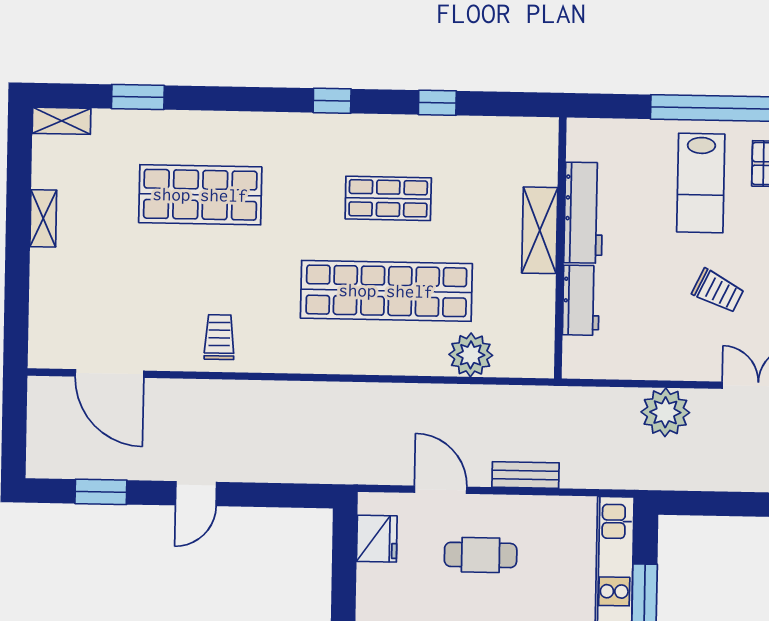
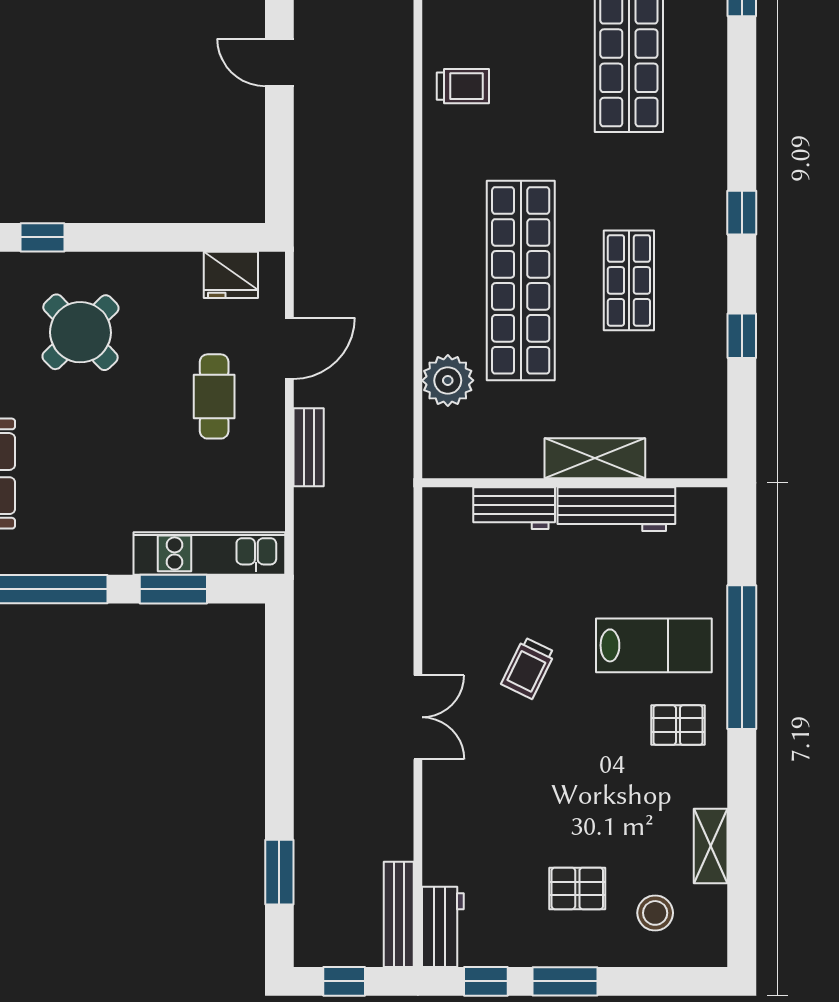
lab bench: (701, 183) -> (654, 645), turned 180
plant: (665, 412) -> (385, 609), removed

